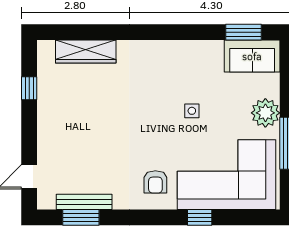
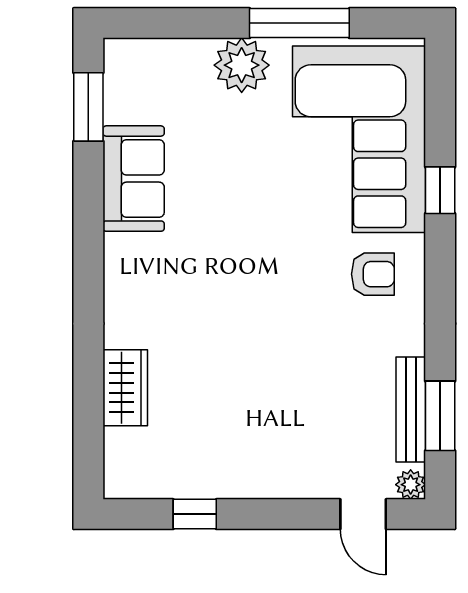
wardrobe: (86, 52) -> (125, 388), width x0.67
sofa: (252, 56) -> (134, 179), moved
side table: (192, 111) -> (238, 205), removed
plant: (45, 202) -> (411, 485), added

